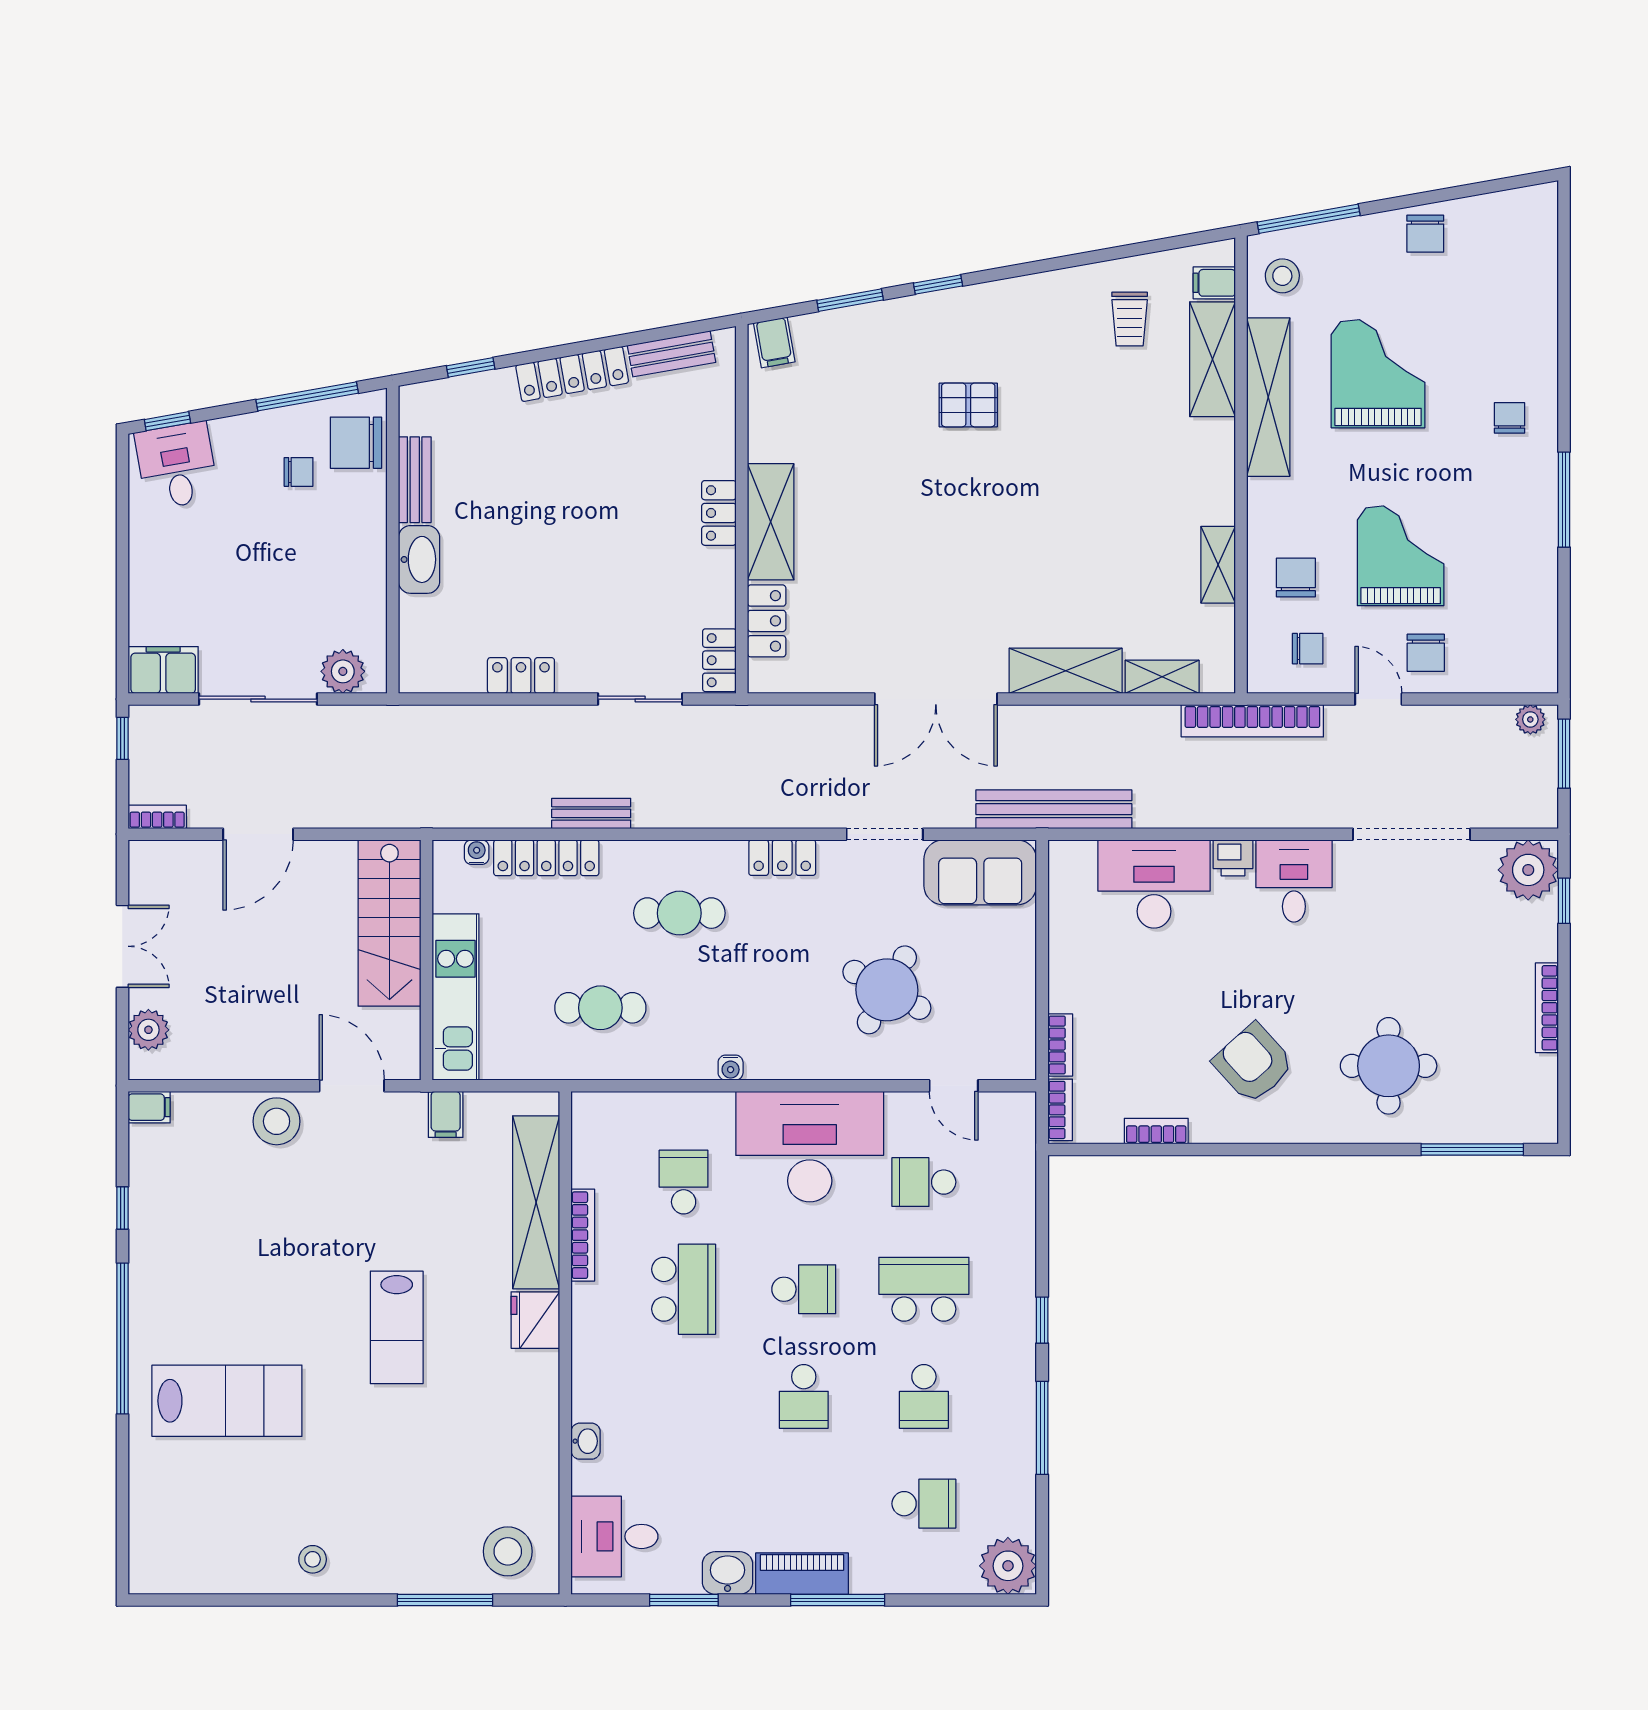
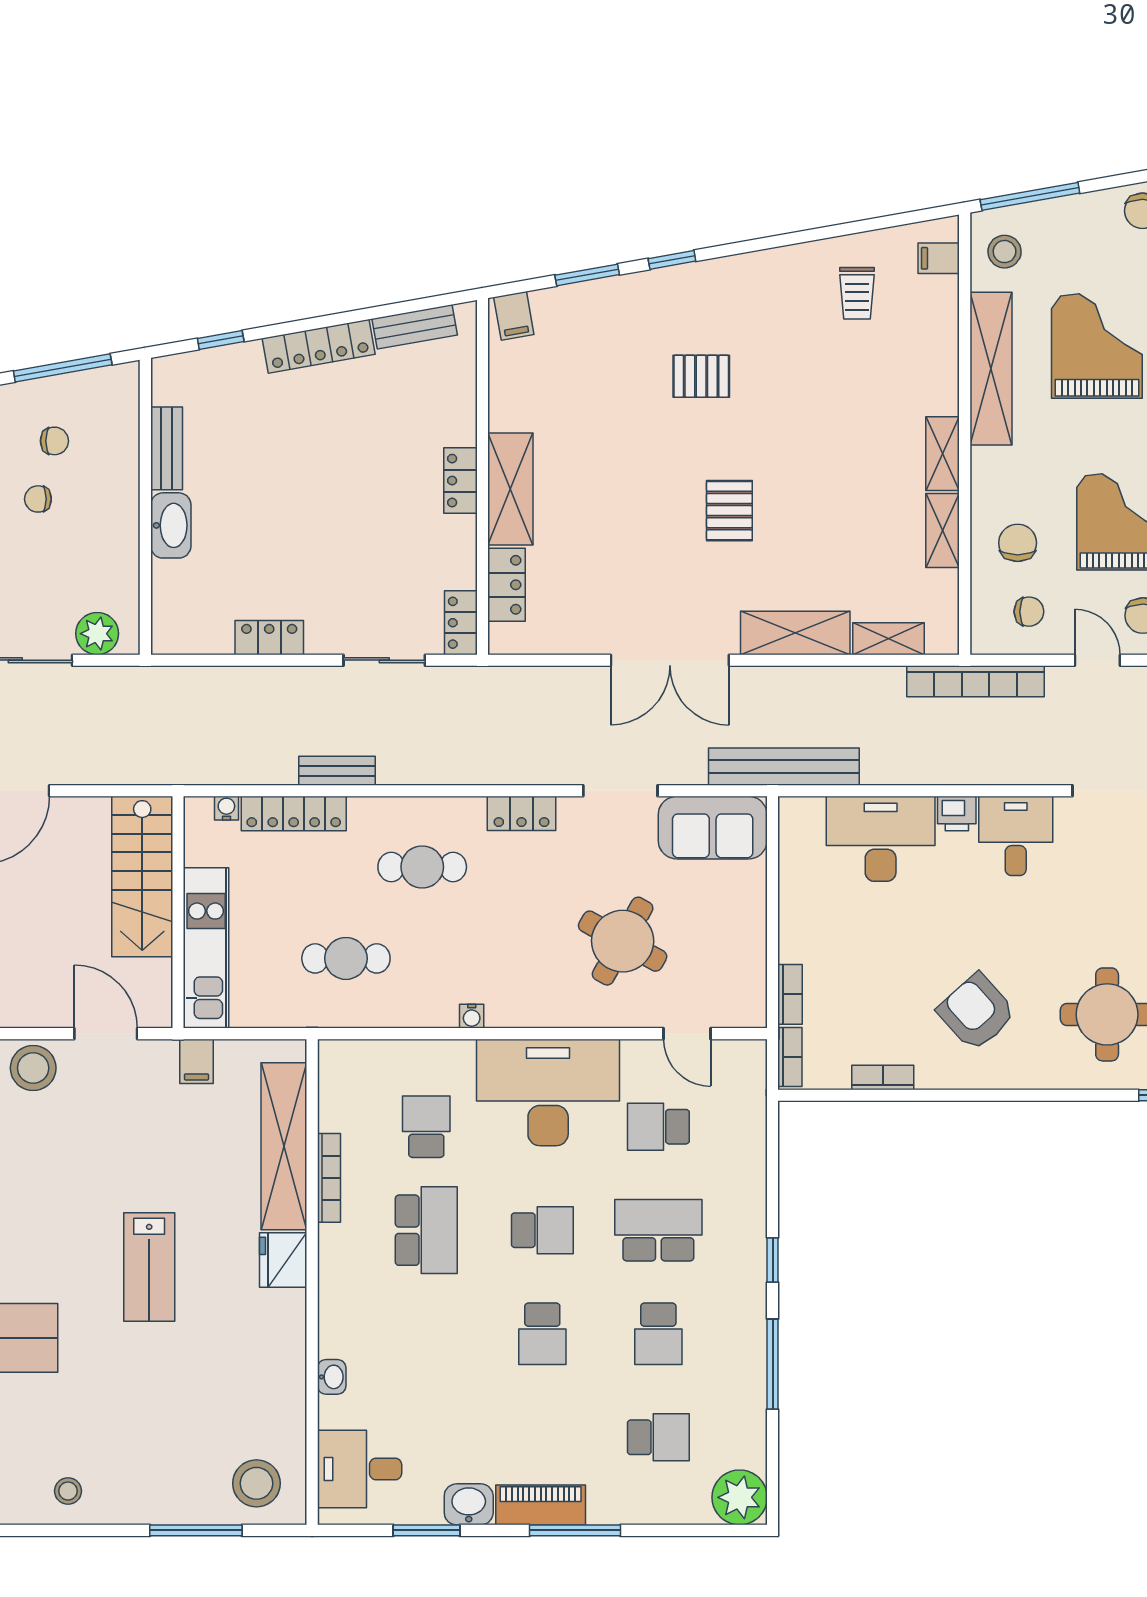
shelving: (1212, 359) -> (943, 454), moved, width x0.67, depth x0.75
chair: (356, 443) -> (38, 499), moved, width x0.54, depth x0.54
pallet: (998, 544) -> (729, 511), added

